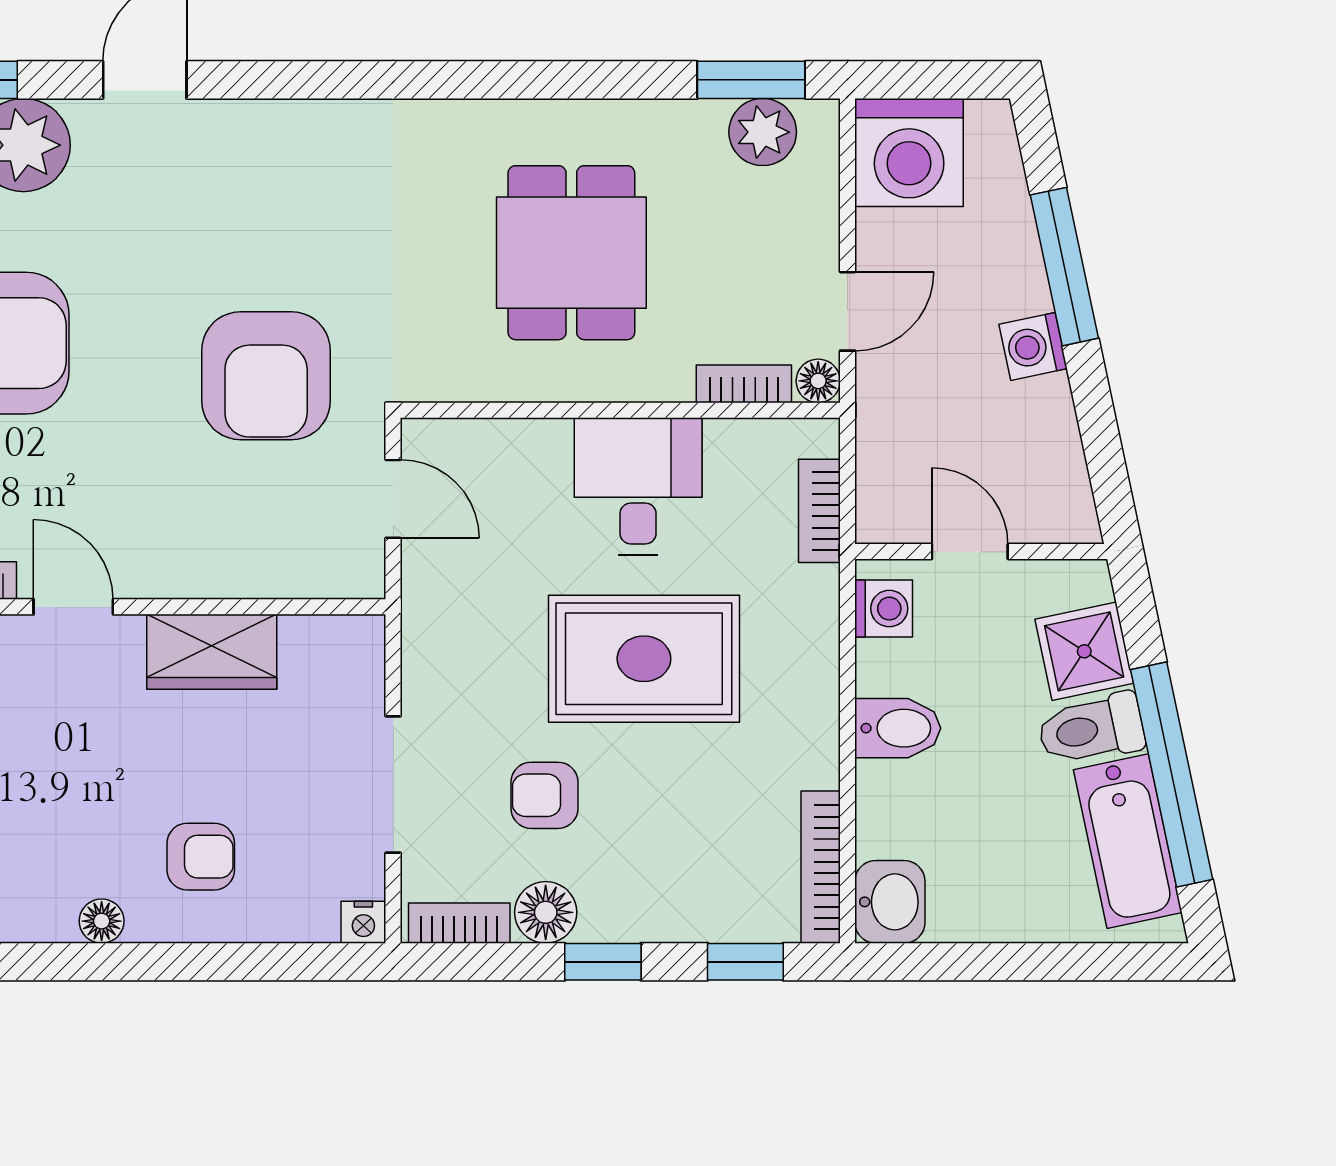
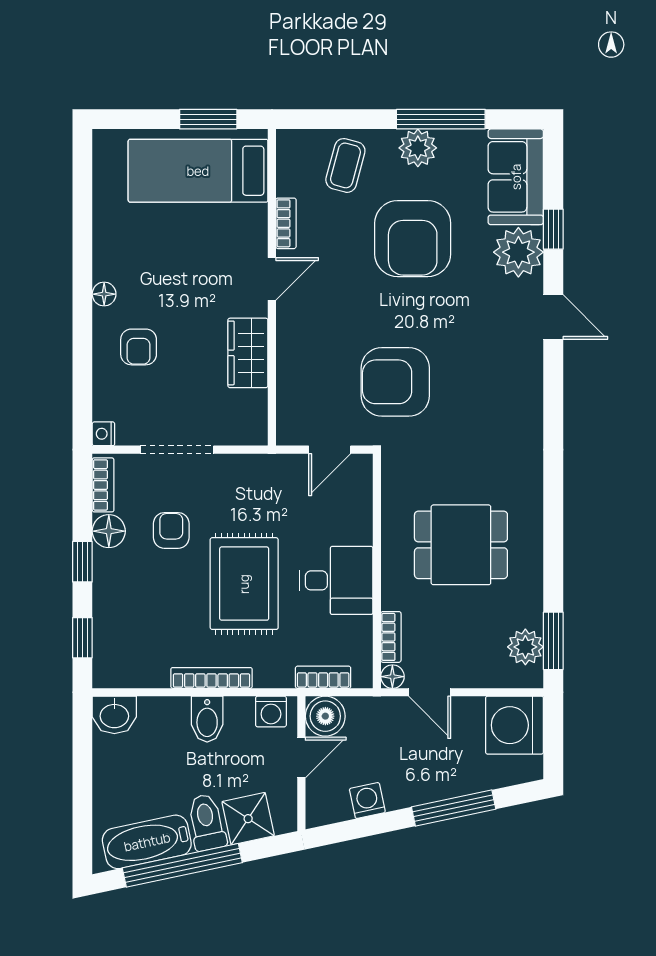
washing machine: (1033, 346) -> (367, 801), moved
boiler: (892, 507) -> (325, 716), added
bookcase: (821, 867) -> (212, 678), moved

